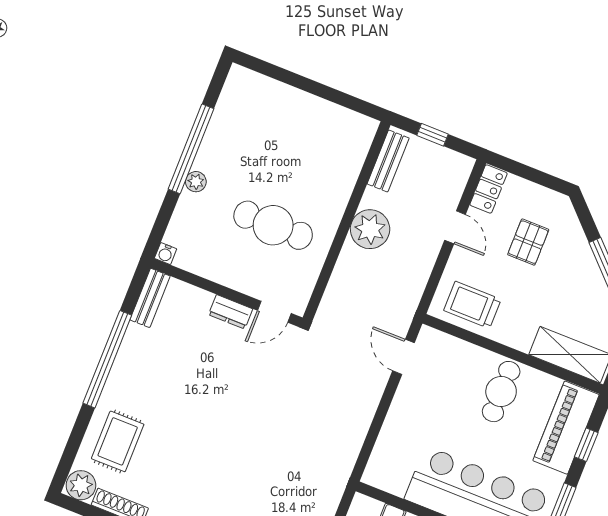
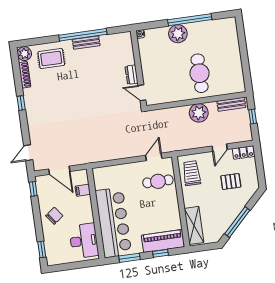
plant: (196, 182) -> (178, 34), width x1.88, depth x1.88
cafe table: (273, 225) -> (200, 73), moved
bench: (150, 298) -> (86, 43), moved
cafe table: (501, 392) -> (158, 181), moved

